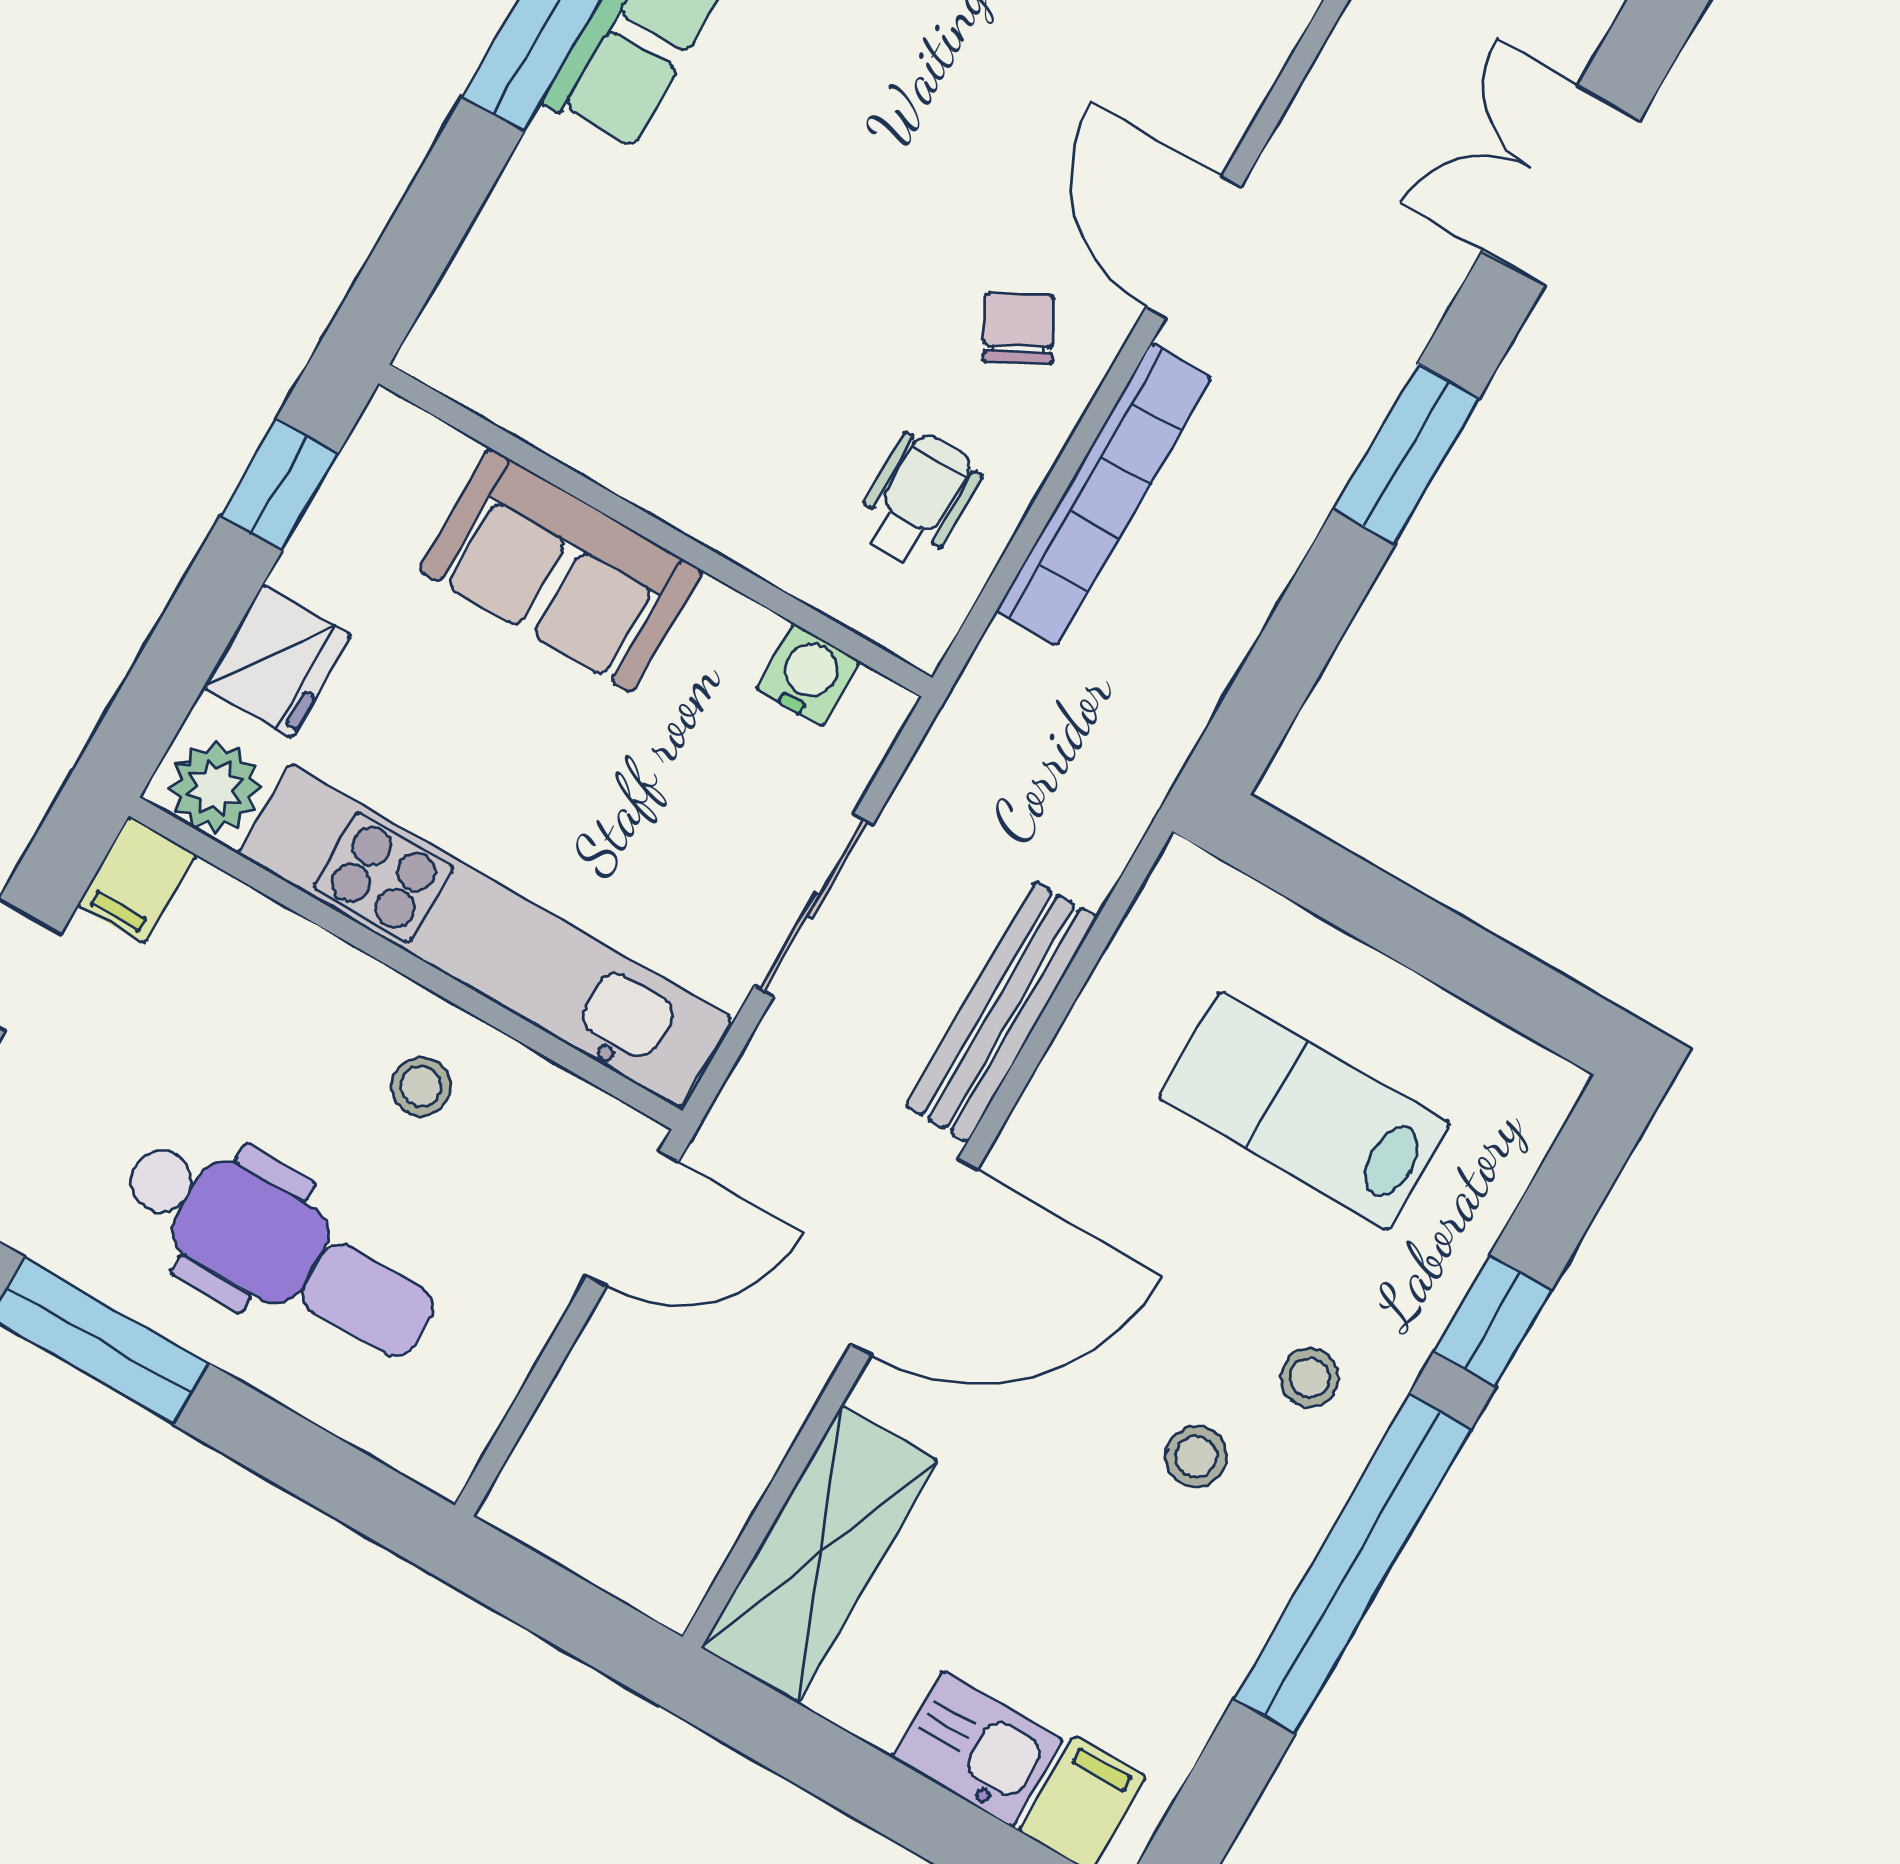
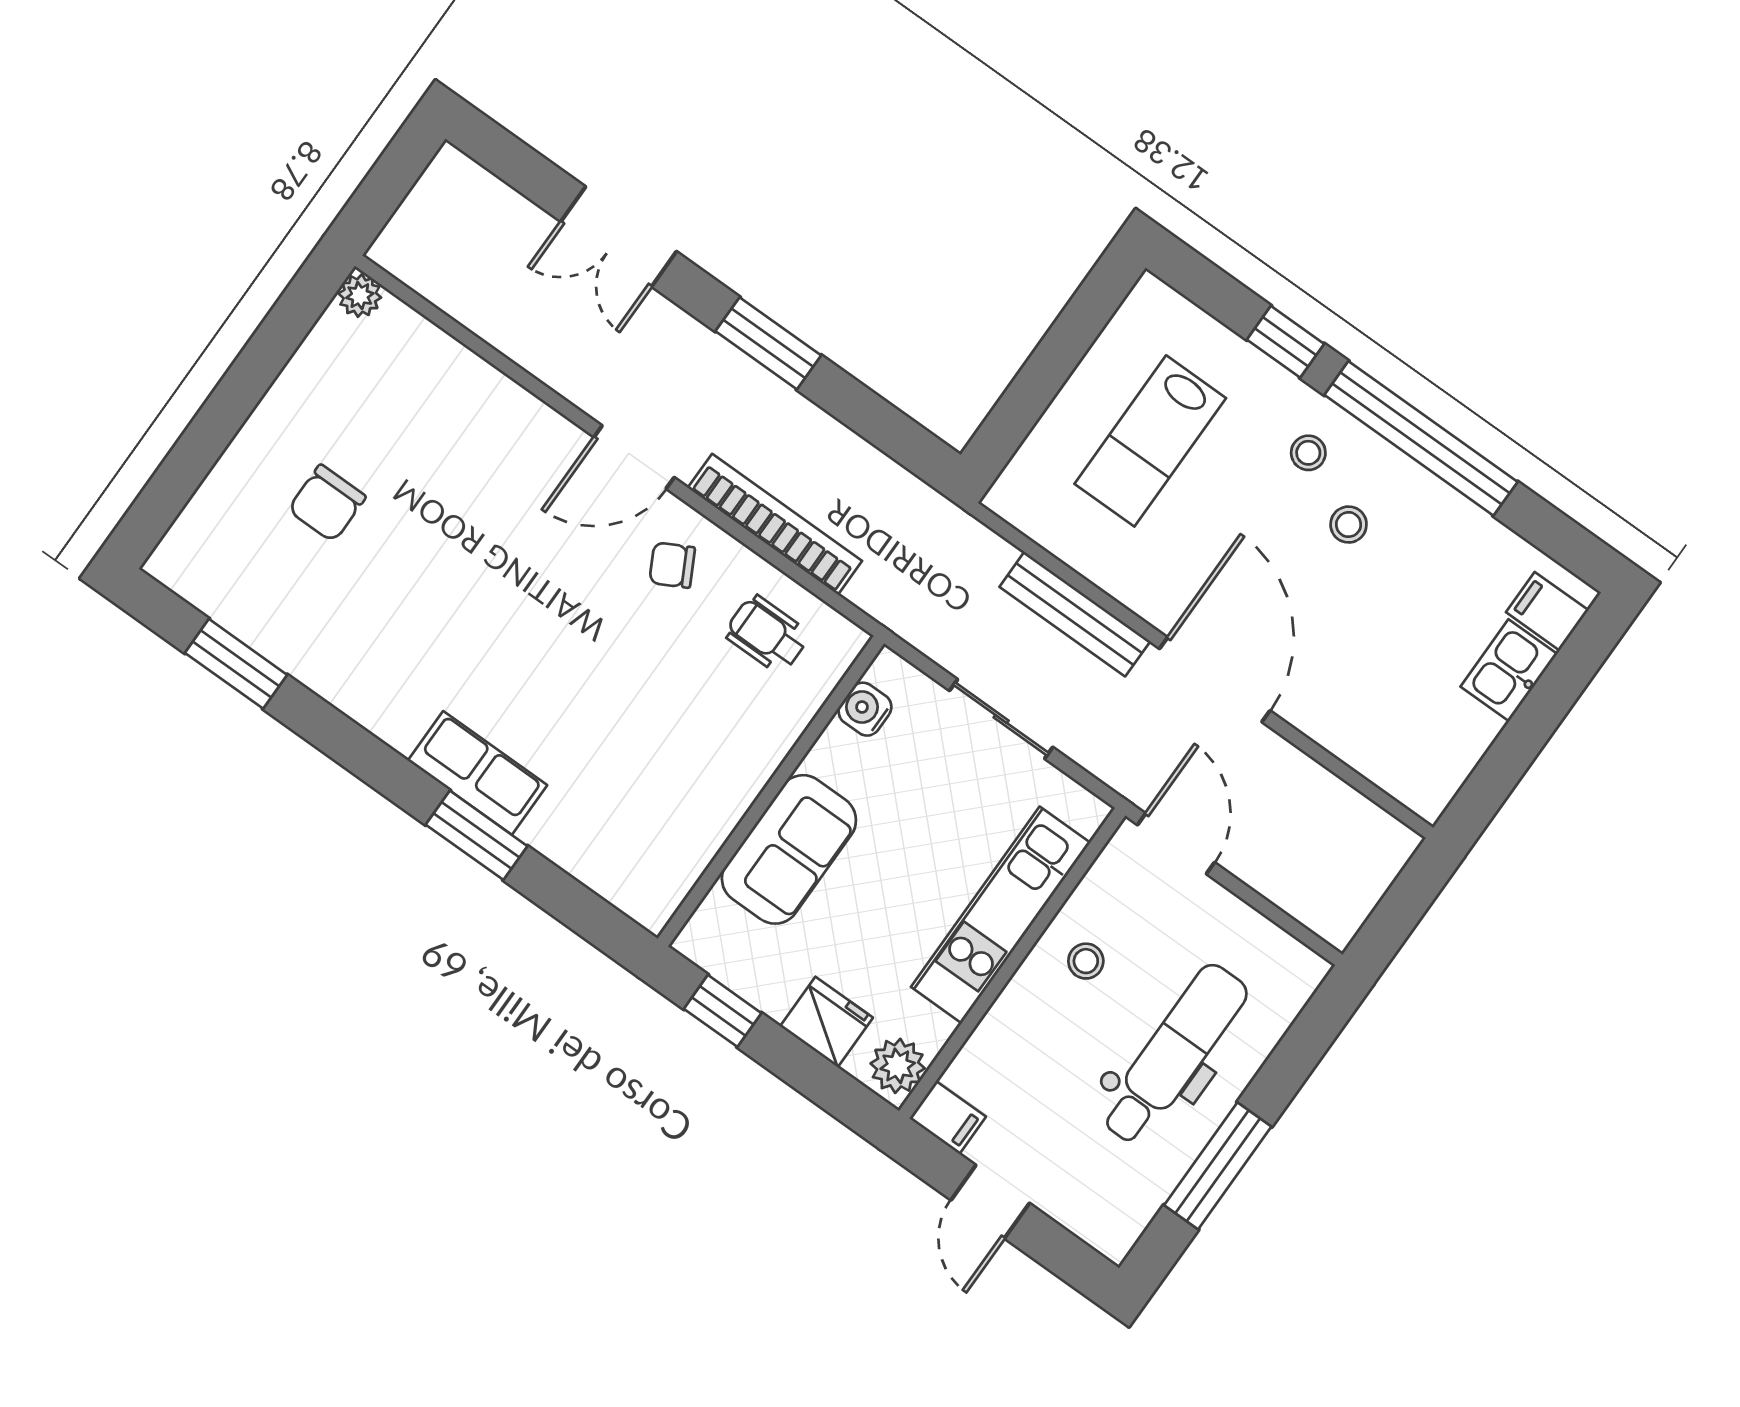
kitchen unit: (485, 936) -> (1001, 915), width x0.73
shelving: (820, 1554) -> (1385, 752), removed

